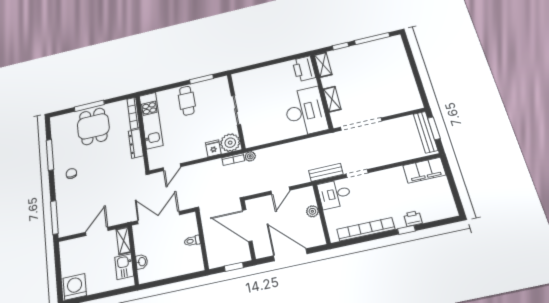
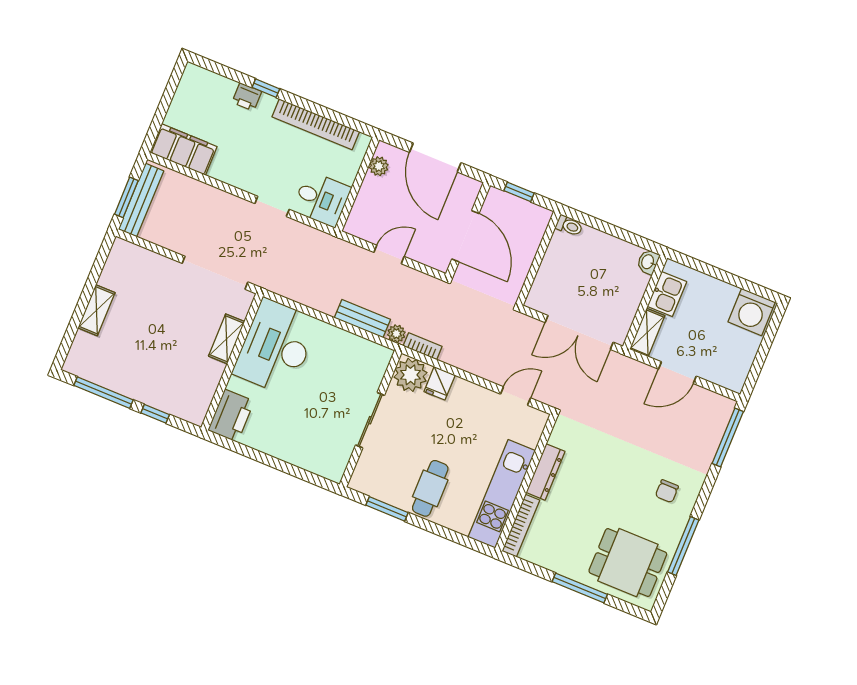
shelving: (323, 65) -> (96, 310), moved
dining table: (93, 126) -> (628, 563), moved, turned 90
bench: (326, 172) -> (362, 319), moved
plant: (312, 211) -> (379, 166), moved
toilet: (192, 241) -> (569, 226), moved
washbasin: (142, 262) -> (648, 262), moved

